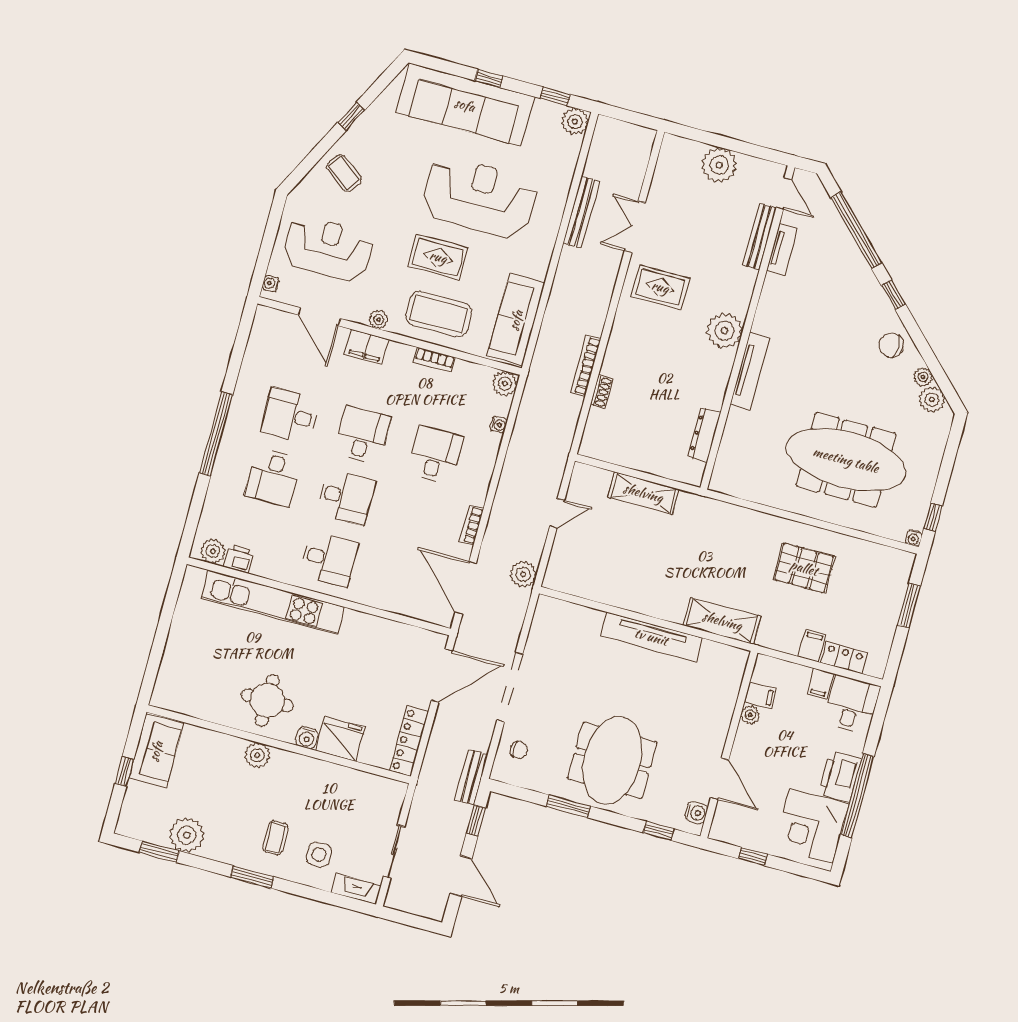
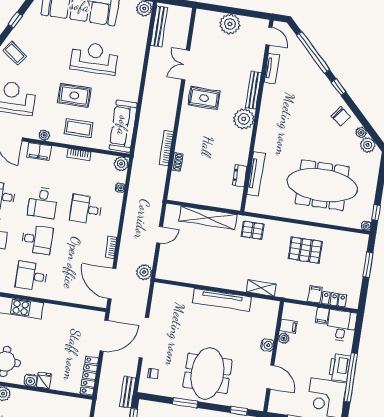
reception desk: (480, 197) -> (94, 58), width x0.74, depth x0.77
bench: (581, 212) -> (159, 26), moved
bench: (759, 237) -> (254, 90), moved
coffee table: (439, 314) -> (79, 128), width x0.73, depth x0.76
chair: (891, 345) -> (341, 116), turned -143
tv unit: (750, 371) -> (256, 174), moved
desk: (363, 435) -> (43, 203), turned 180
dresser: (704, 435) -> (240, 176), width x0.70
desk: (435, 455) -> (86, 209), turned -90
shelving: (643, 493) -> (208, 218), width x1.47
pallet: (718, 524) -> (253, 230), added
desk: (329, 559) -> (31, 276), turned 180
shelving: (722, 621) -> (261, 288), width x0.67, depth x0.75
fridge: (341, 739) -> (44, 381), width x0.53, depth x0.75
water cooler: (696, 813) -> (267, 345), moved

